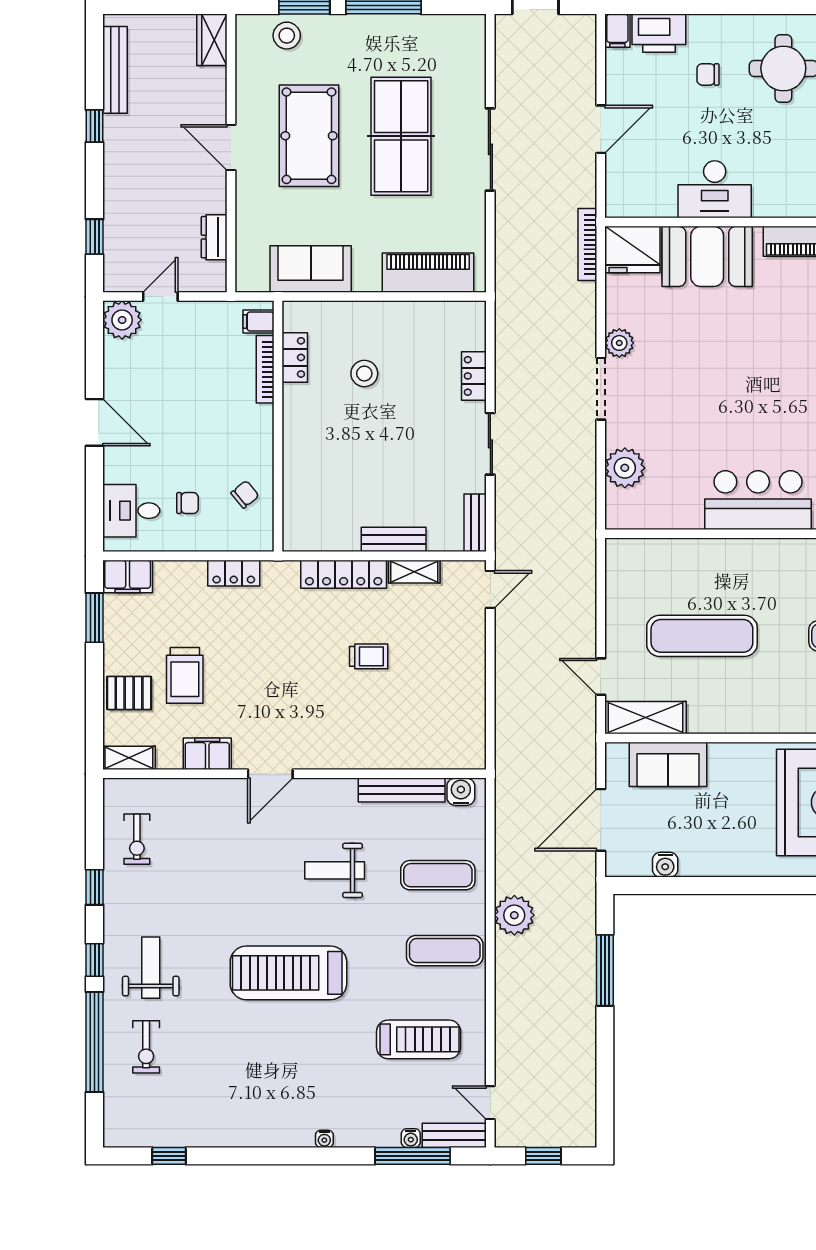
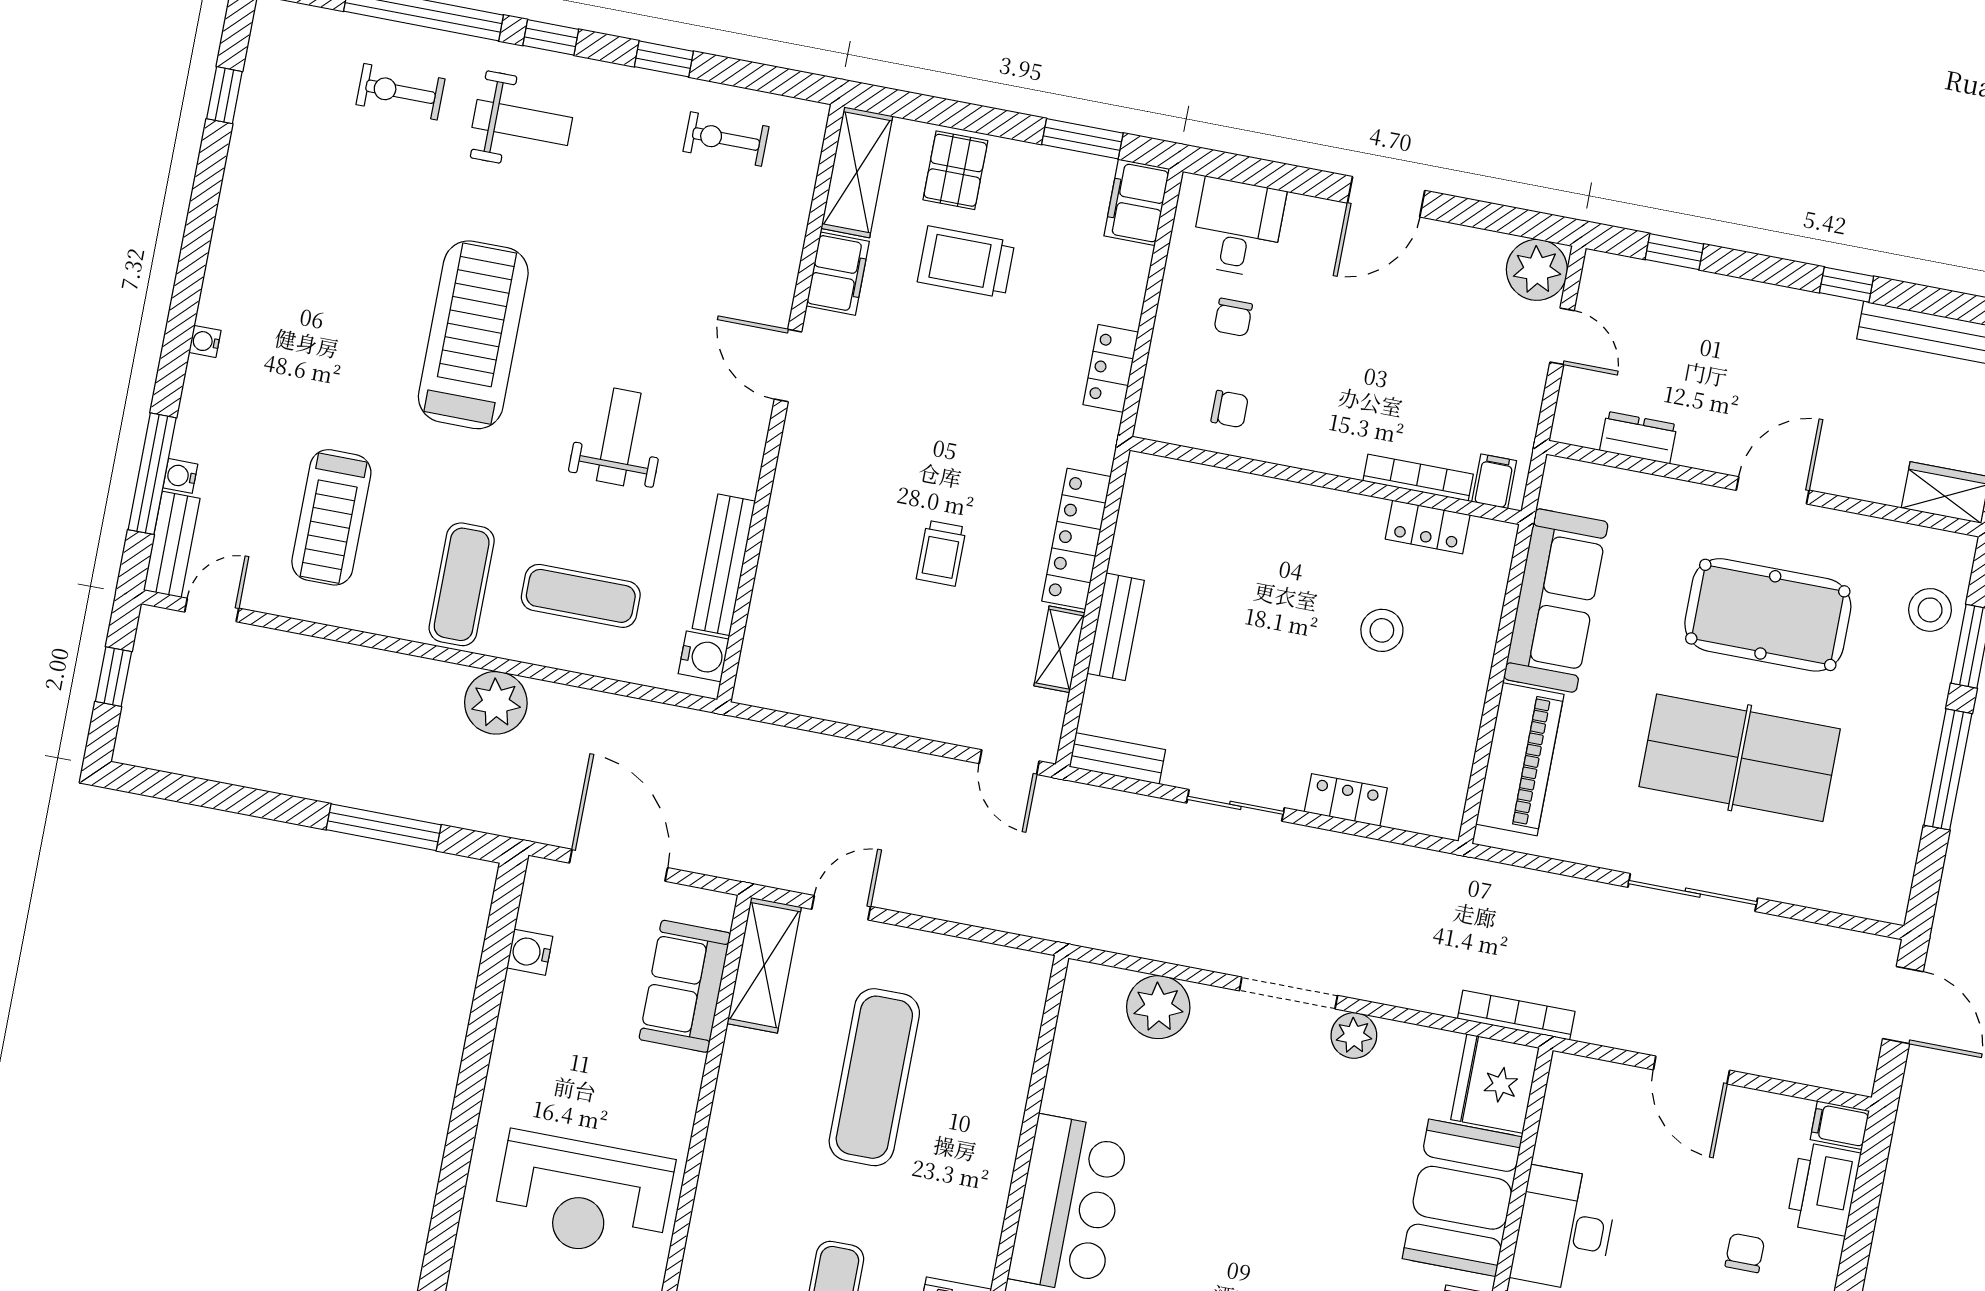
sofa: (311, 269) -> (1556, 601), width x1.36
chair: (245, 494) -> (1230, 409), turned -51
shelving: (129, 758) -> (857, 172), width x1.50, depth x1.33
exercise mat: (438, 875) -> (581, 596), turned 90

